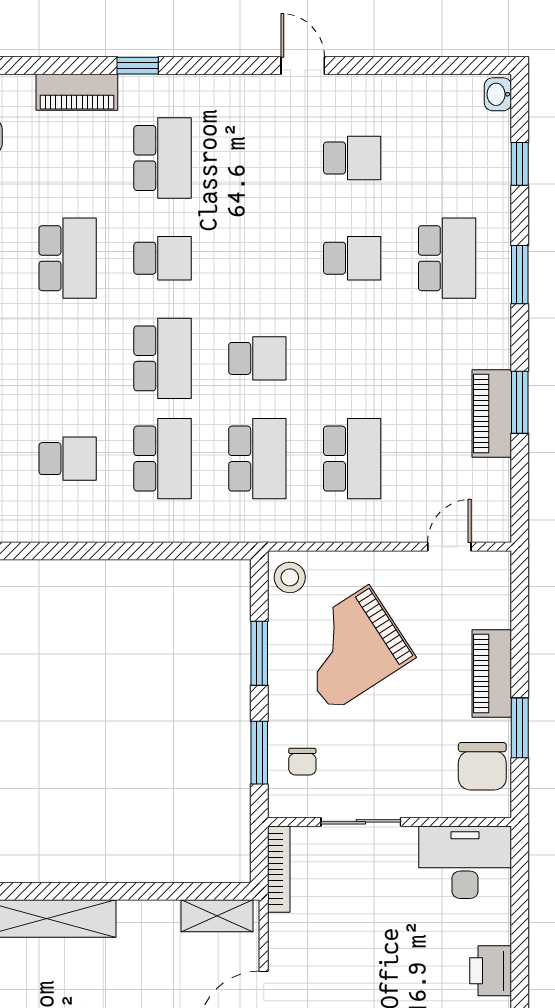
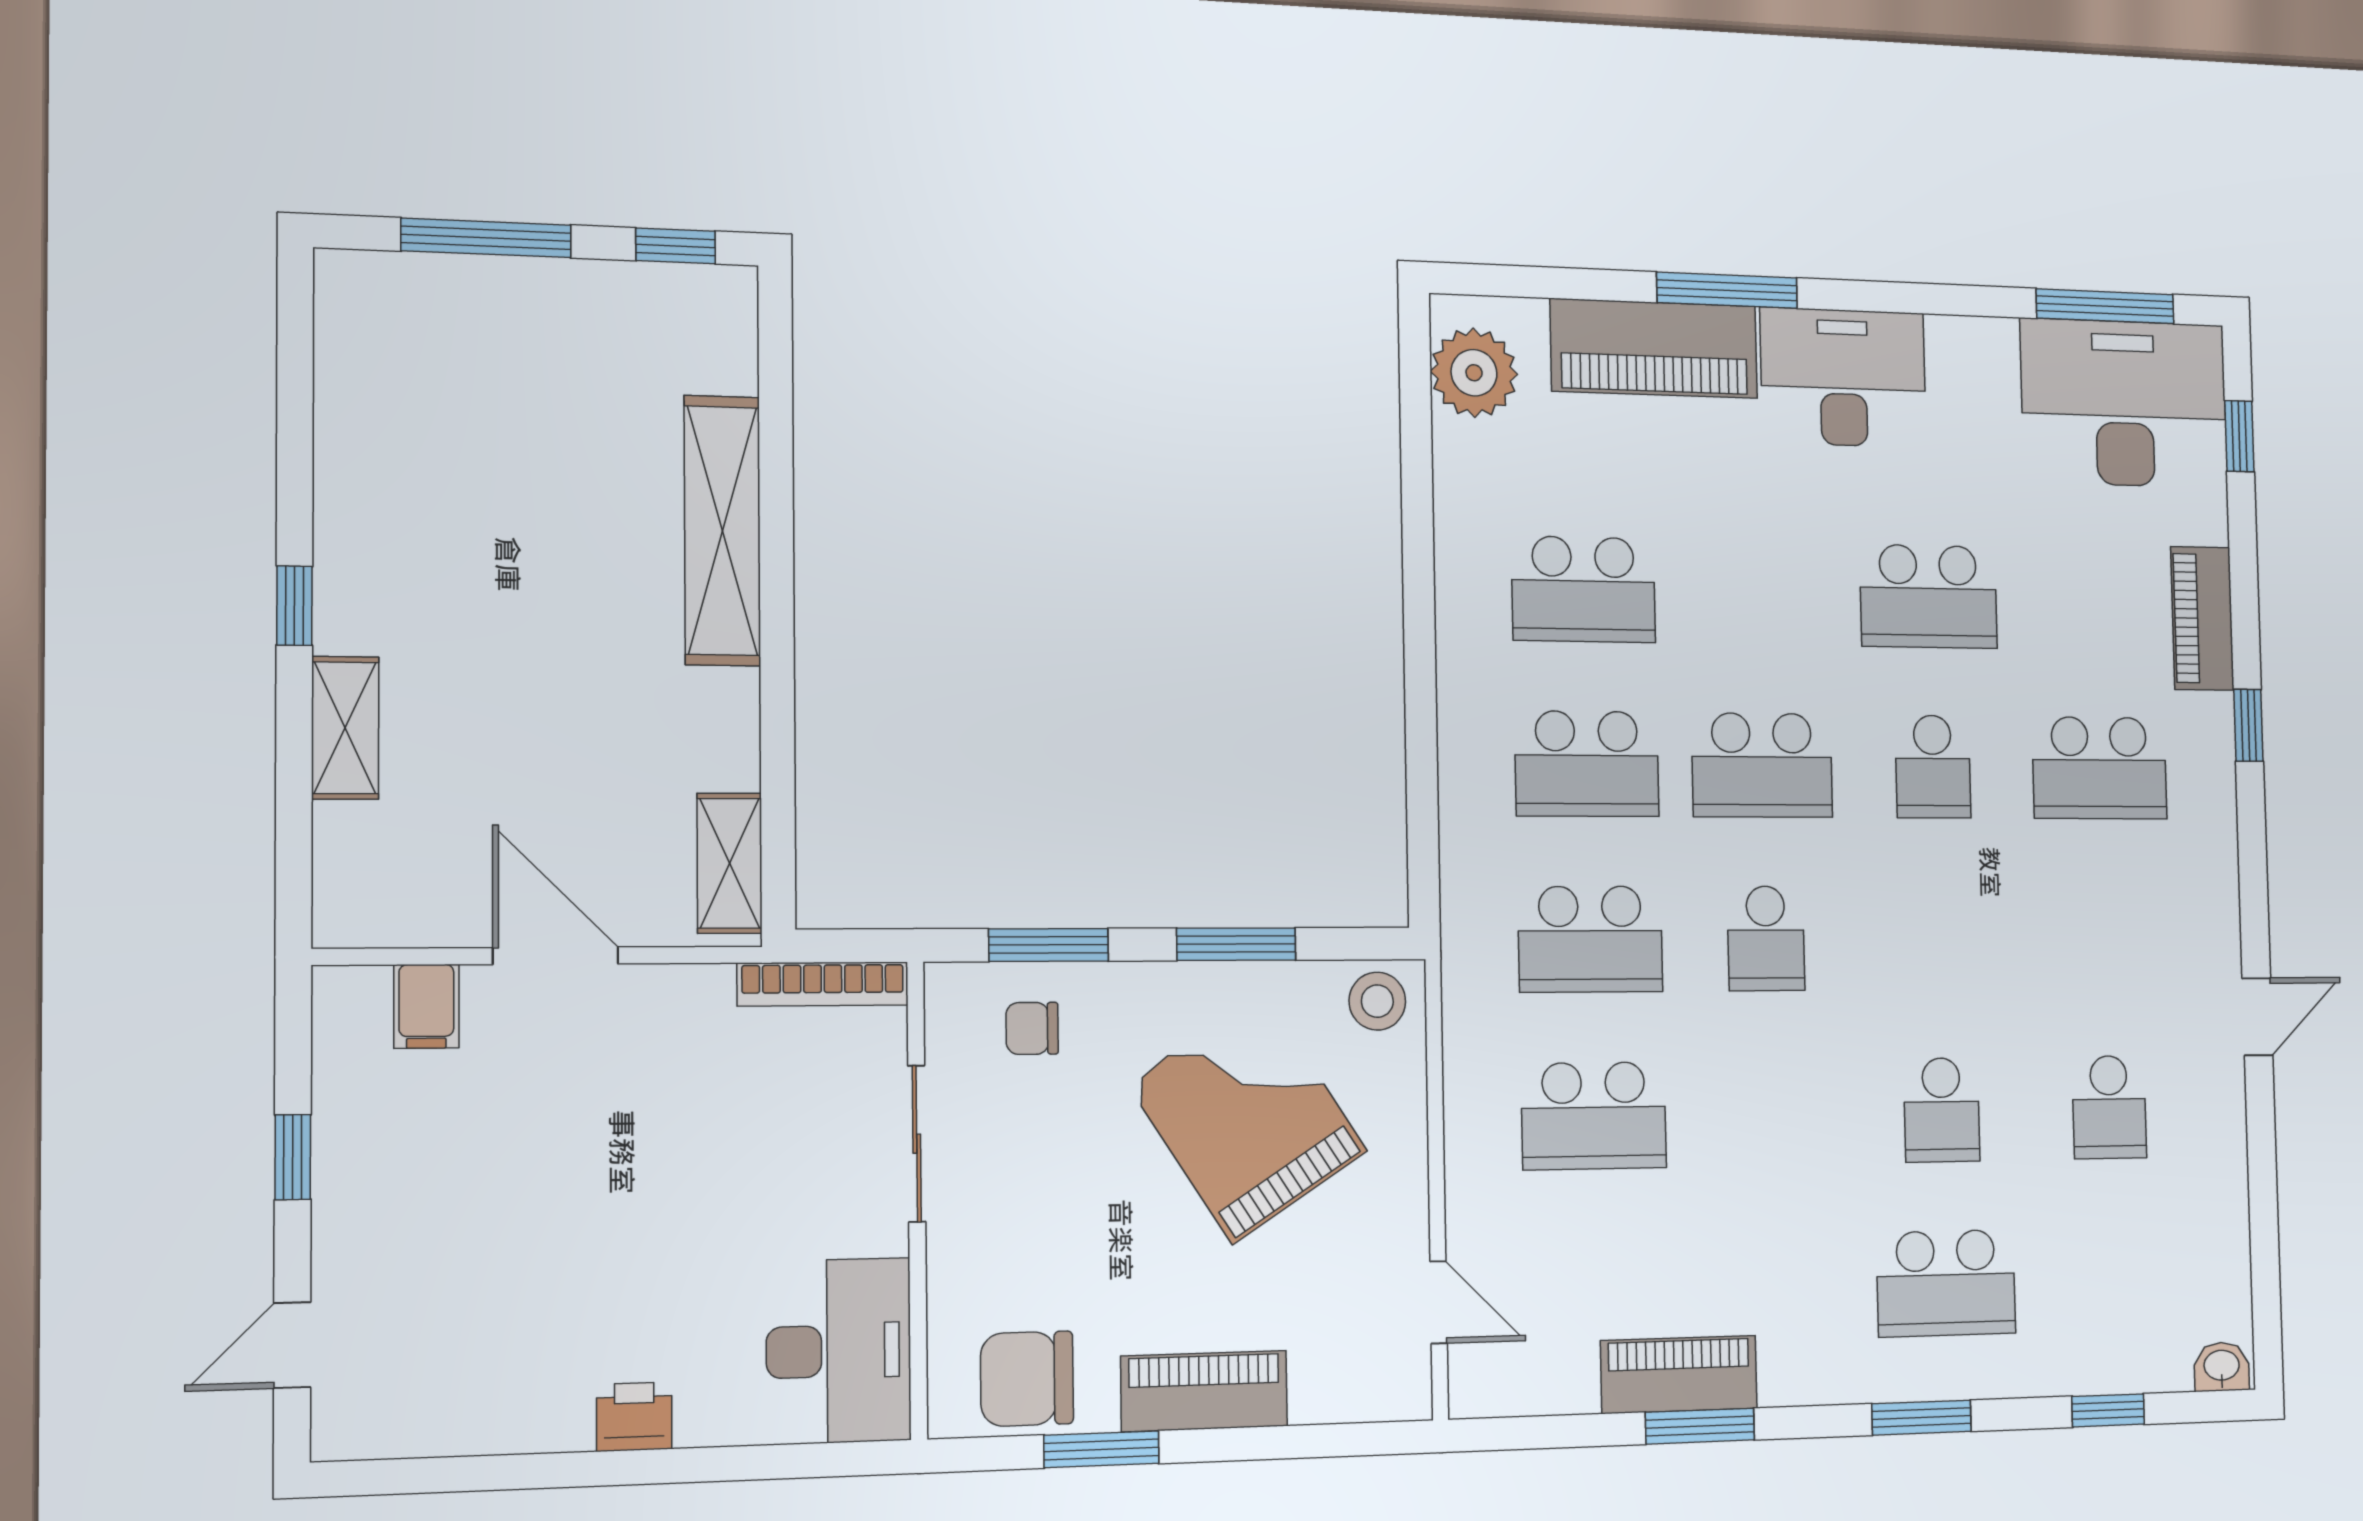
school desk: (68, 459) -> (1584, 589), width x1.85
printer: (491, 971) -> (634, 1417), width x0.73, depth x0.81

